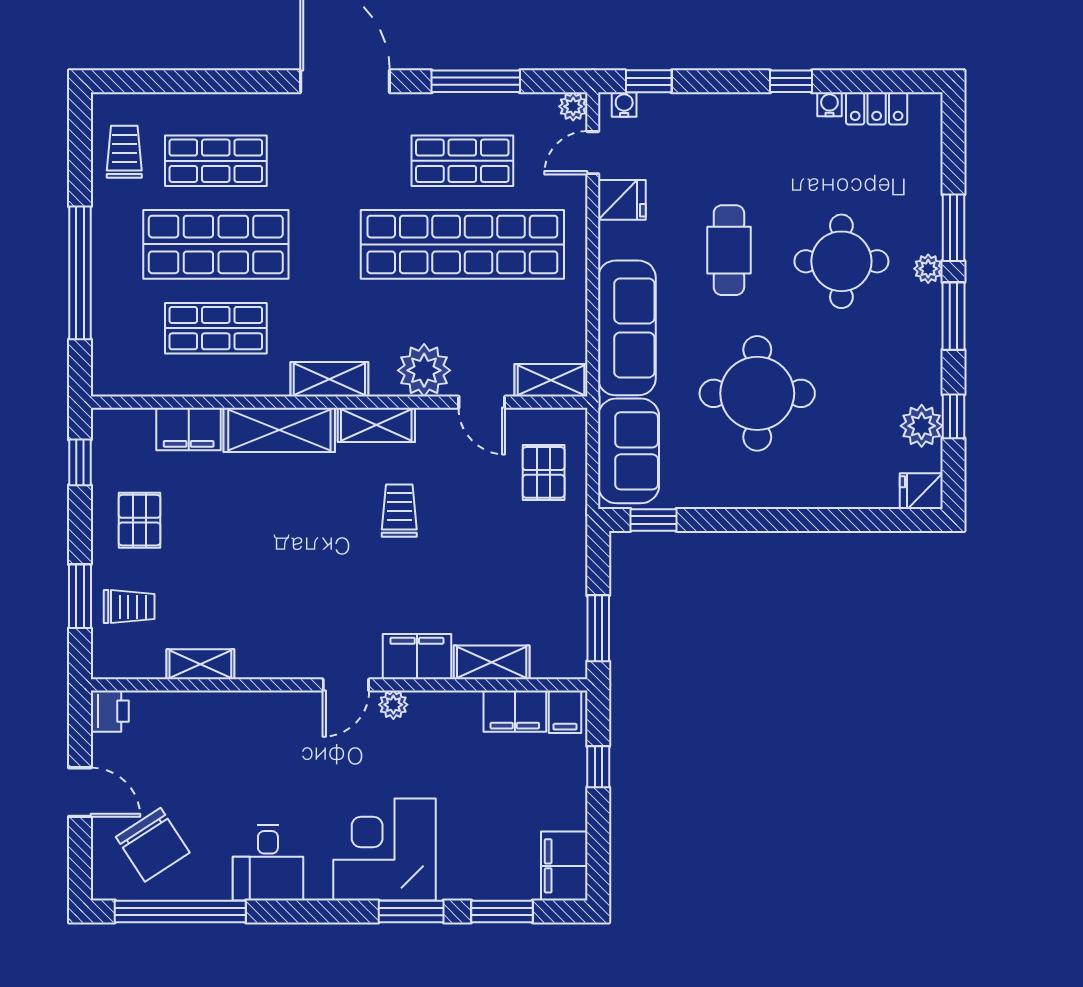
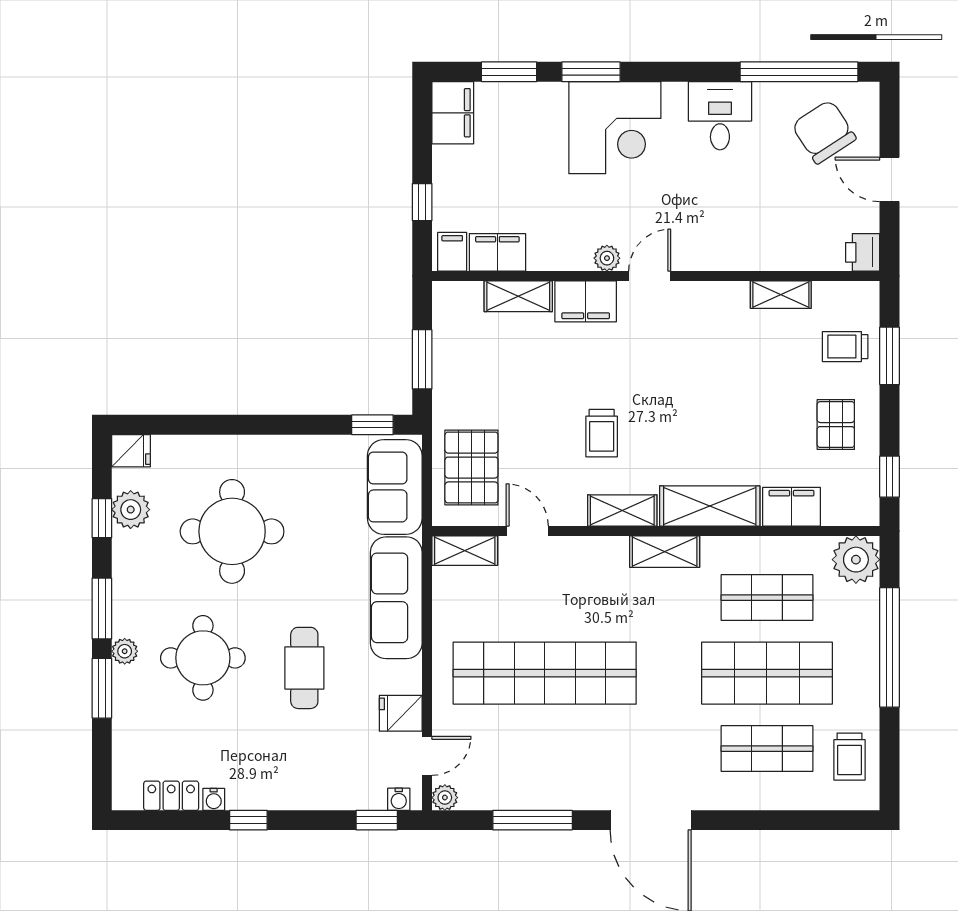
shop shelf: (462, 161) -> (545, 749), removed
plant: (424, 370) -> (856, 560), moved
round table: (757, 393) -> (232, 531), moved
pallet: (544, 472) -> (471, 468), width x1.50, depth x1.42
window: (598, 628) -> (422, 359), moved

